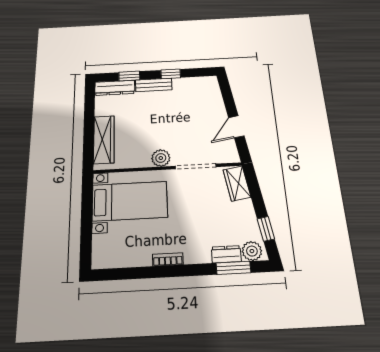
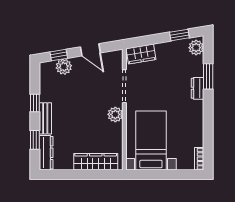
window: (227, 94) -> (59, 55), added
plant: (214, 100) -> (64, 67), added
dresser: (226, 254) -> (198, 88), moved
bookcase: (168, 259) -> (199, 159), moved
window: (233, 268) -> (208, 76), moved

